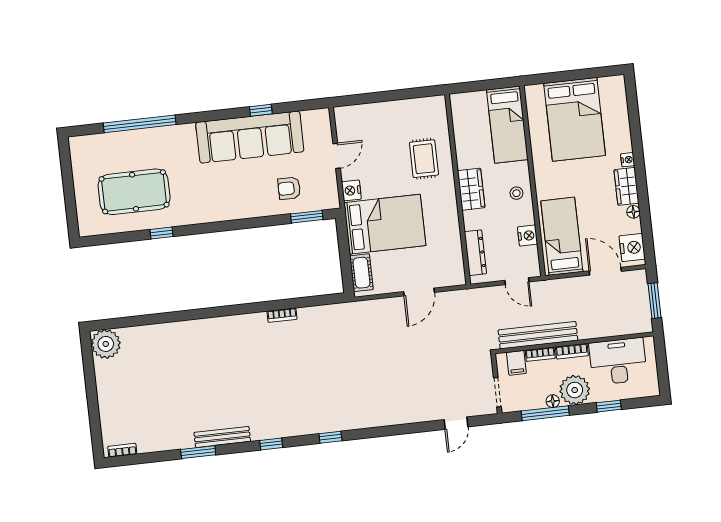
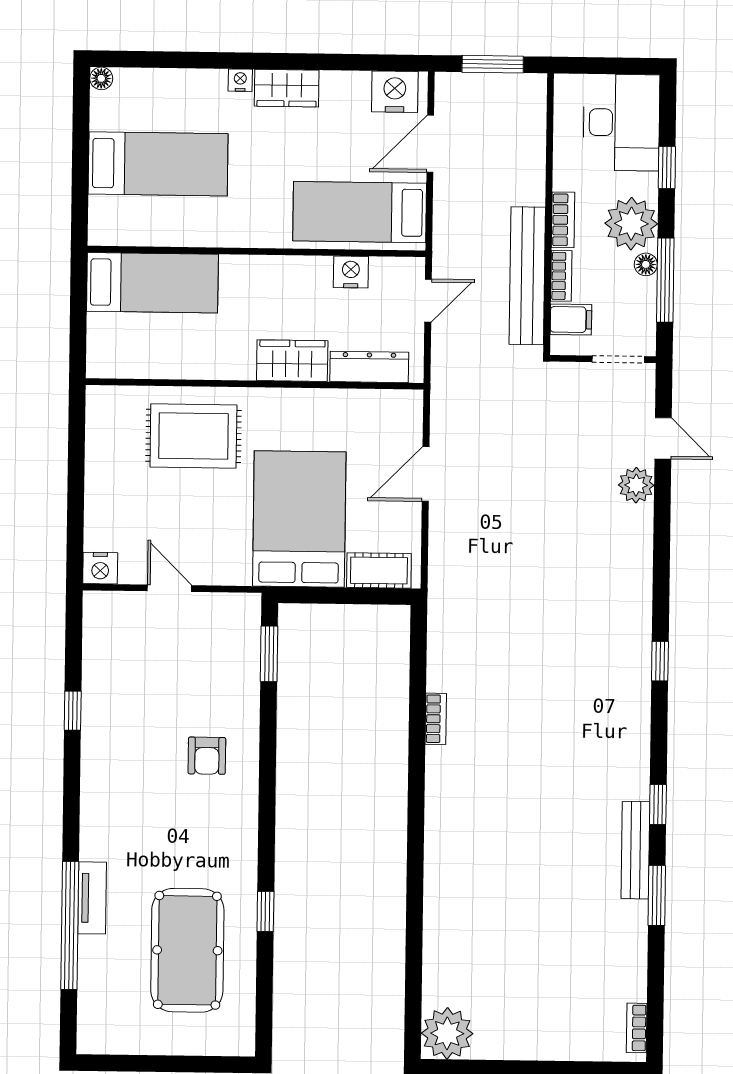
bed: (575, 119) -> (158, 164), width x0.67
tv unit: (157, 134) -> (92, 898), added
sofa: (250, 137) -> (117, 736), removed
rug: (424, 159) -> (193, 436), width x1.36, depth x1.43
armchair: (289, 188) -> (207, 756), moved
wardrobe: (471, 189) -> (292, 361), moved
nightstand: (351, 190) -> (100, 568), moved
stool: (516, 193) -> (274, 282), removed
floor lamp: (633, 212) -> (101, 78), moved
door: (419, 292) -> (426, 474), swing flipped
desk: (618, 361) -> (621, 122), moved, turned 180
plant: (428, 411) -> (636, 485), added
window: (271, 444) -> (658, 804), moved

